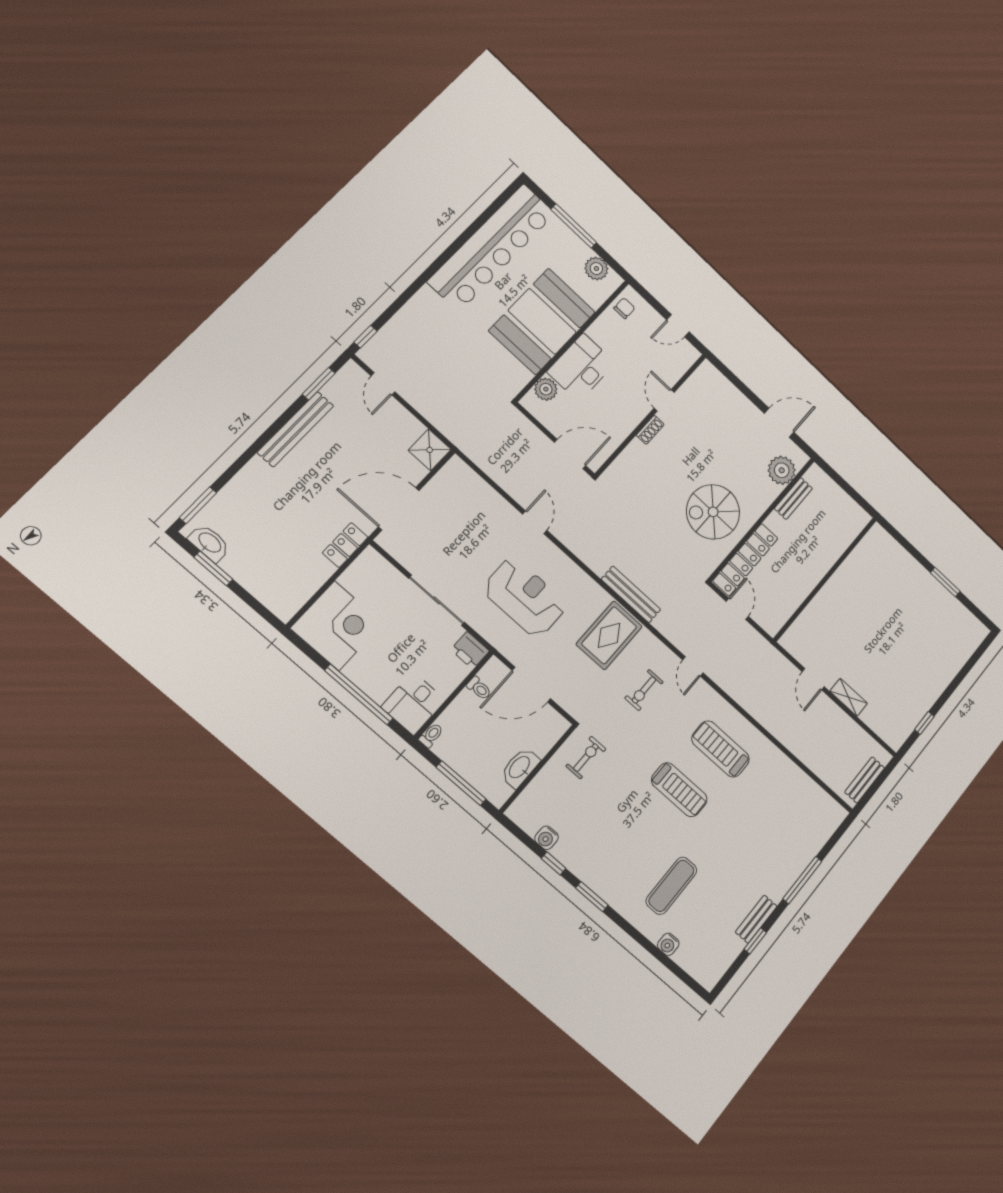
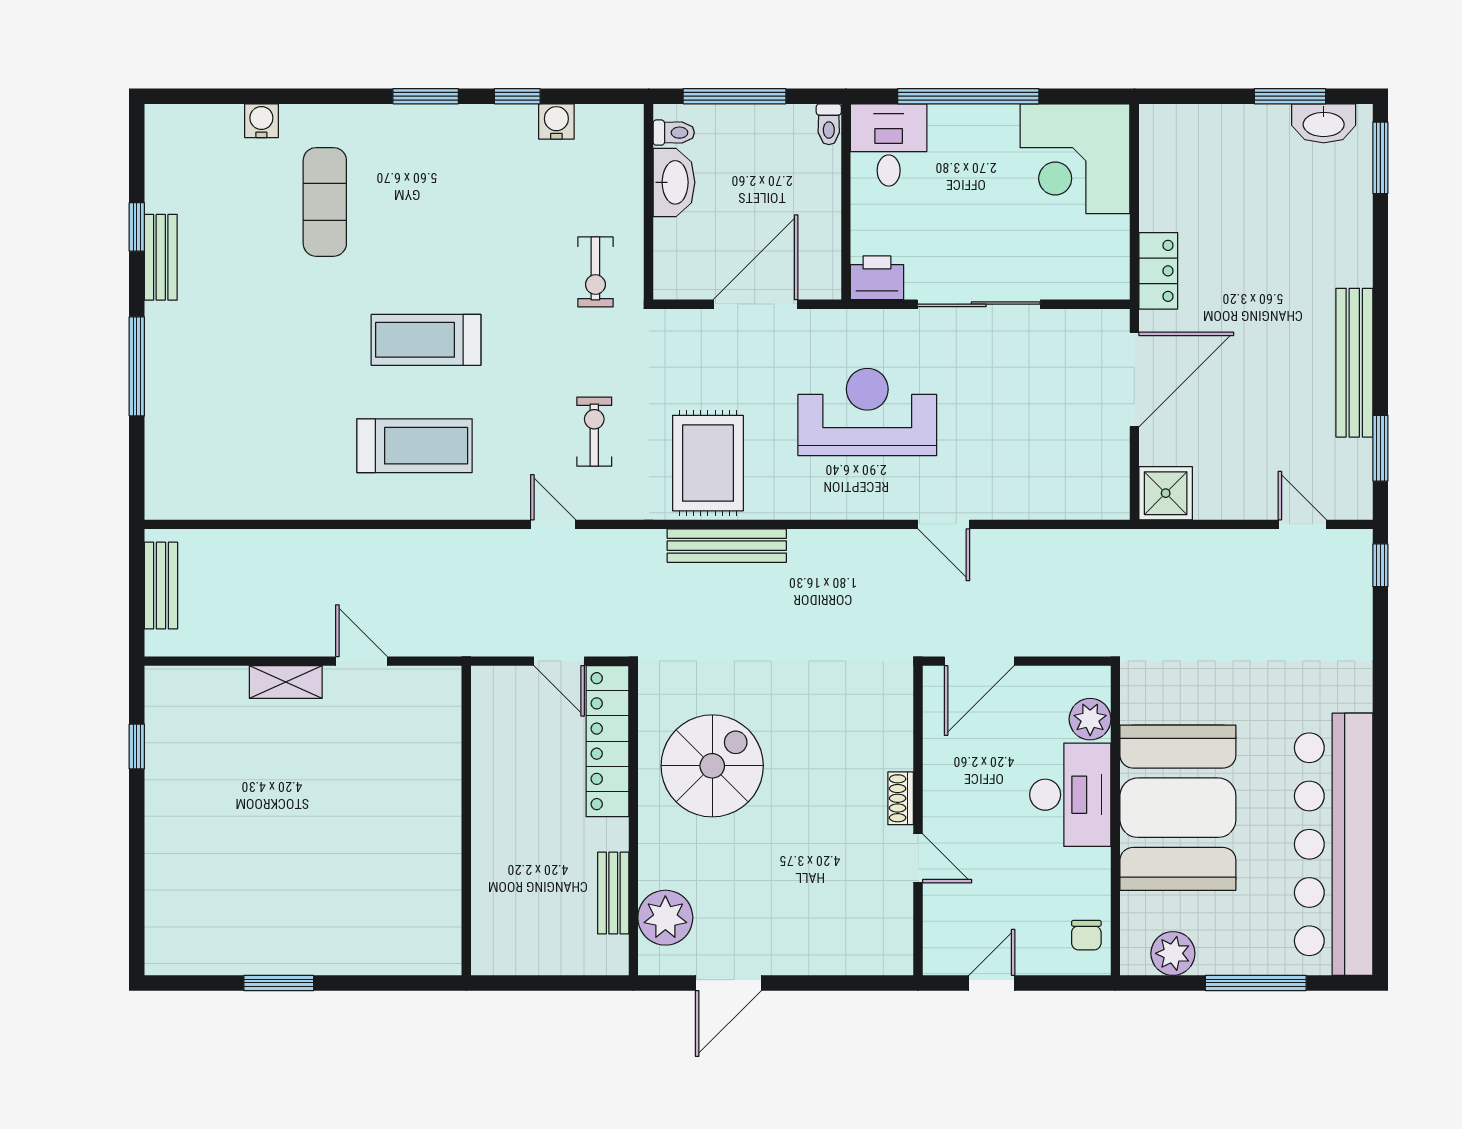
reception desk: (525, 597) -> (867, 412), turned 180
toilet: (479, 688) -> (674, 133), moved, turned 180

